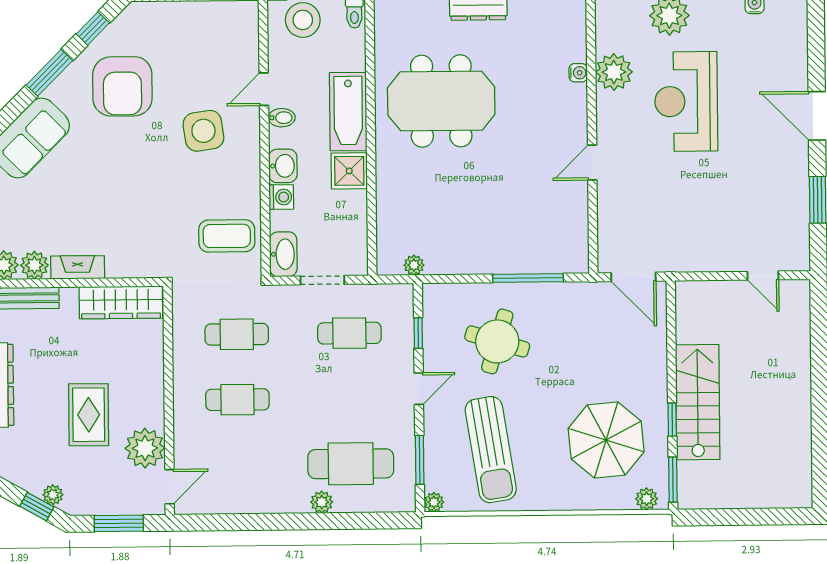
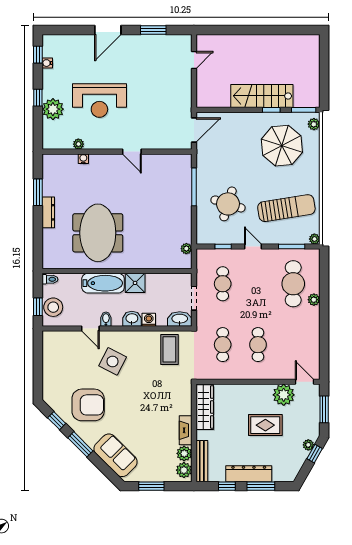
plant: (614, 72) -> (78, 144), width x0.53, depth x0.53
side table: (203, 131) -> (113, 361), turned 35

